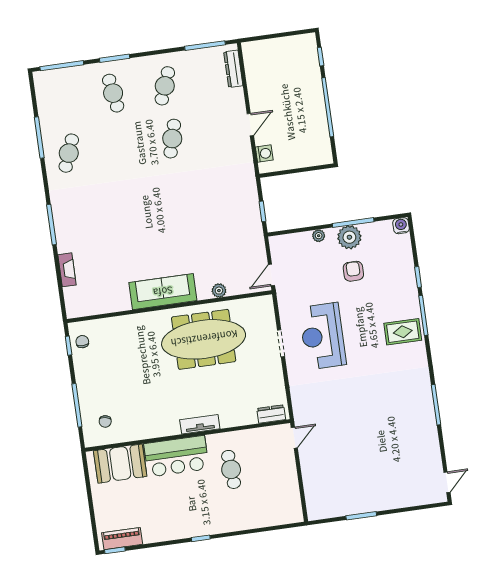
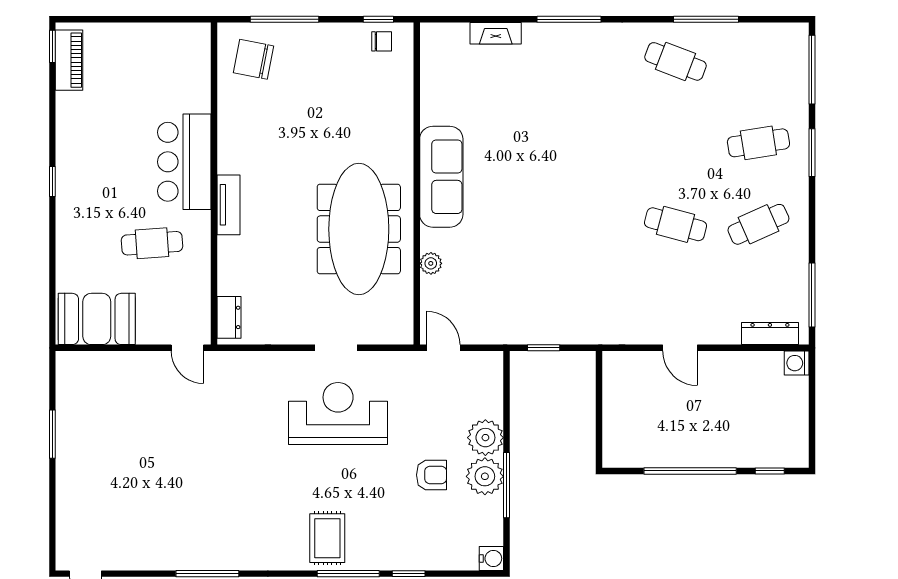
cafe table: (165, 86) -> (758, 224), turned -45
washing machine: (264, 153) -> (797, 363), moved, turned 90
plant: (319, 236) -> (485, 438), width x1.88, depth x1.88
chair: (105, 421) -> (253, 59), width x1.87, depth x1.87
booth: (120, 464) -> (97, 319), moved, turned 90

